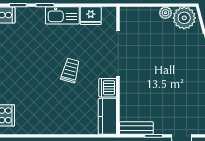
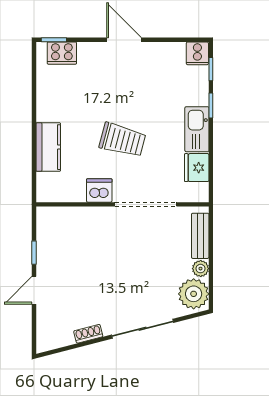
trolley: (70, 70) -> (122, 140), width x1.36, depth x1.39
kitchen counter: (107, 116) -> (48, 147), moved, turned 90
bench: (136, 128) -> (200, 236), moved

